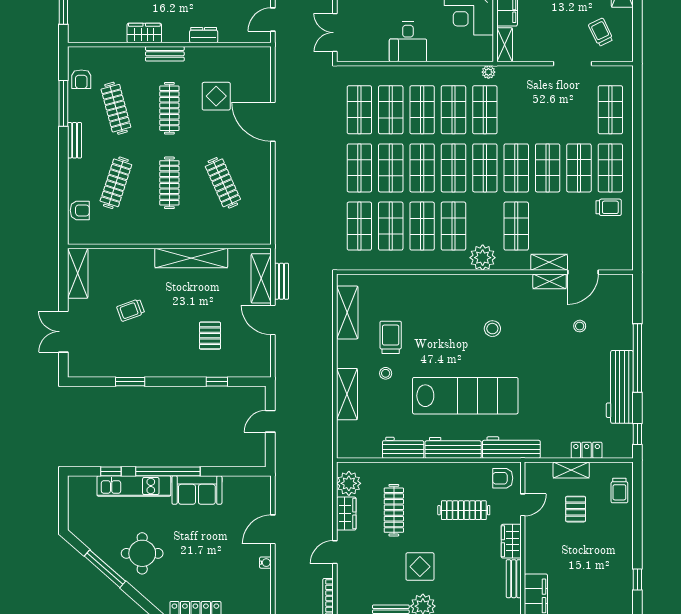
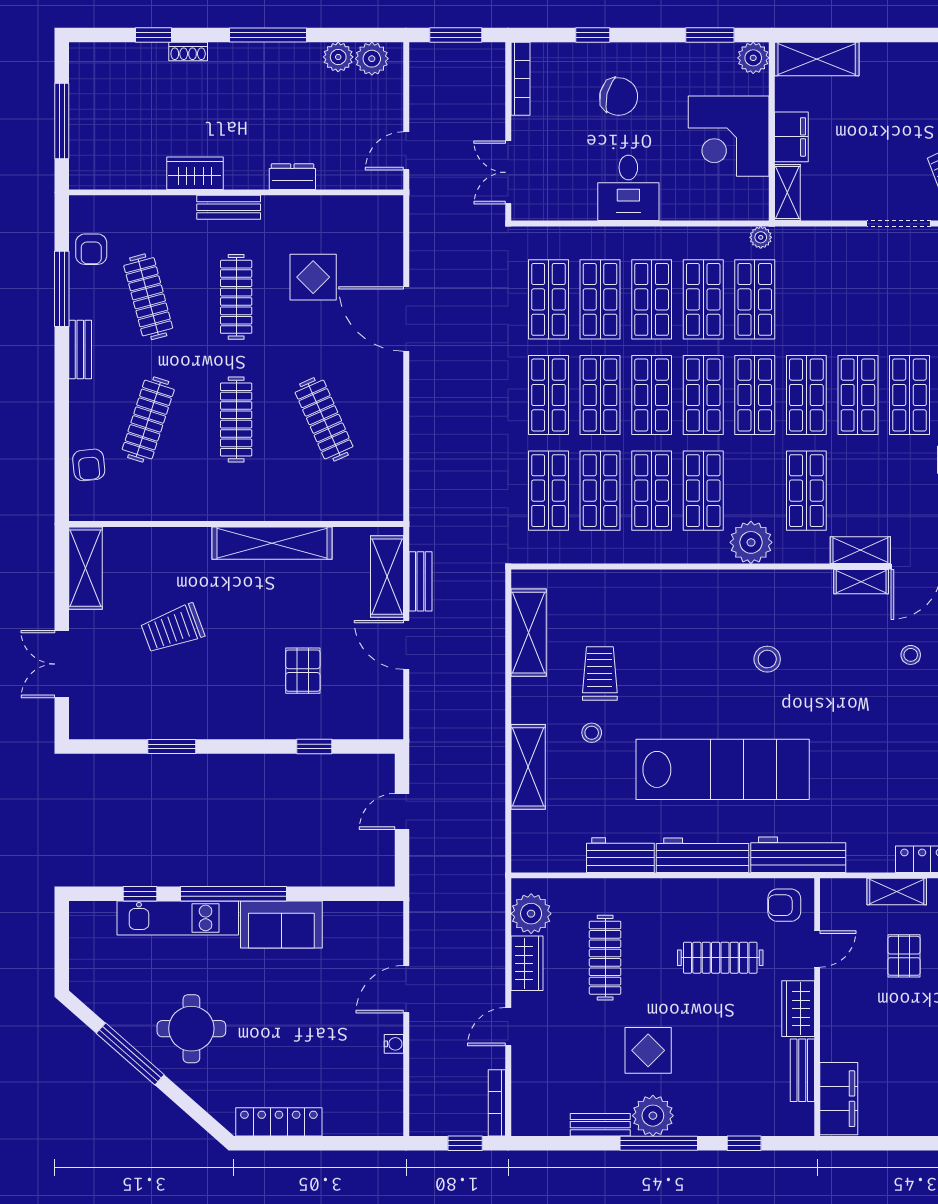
armchair: (80, 210) -> (89, 465), turned 84
trolley: (131, 310) -> (172, 629), width x1.36, depth x1.39

